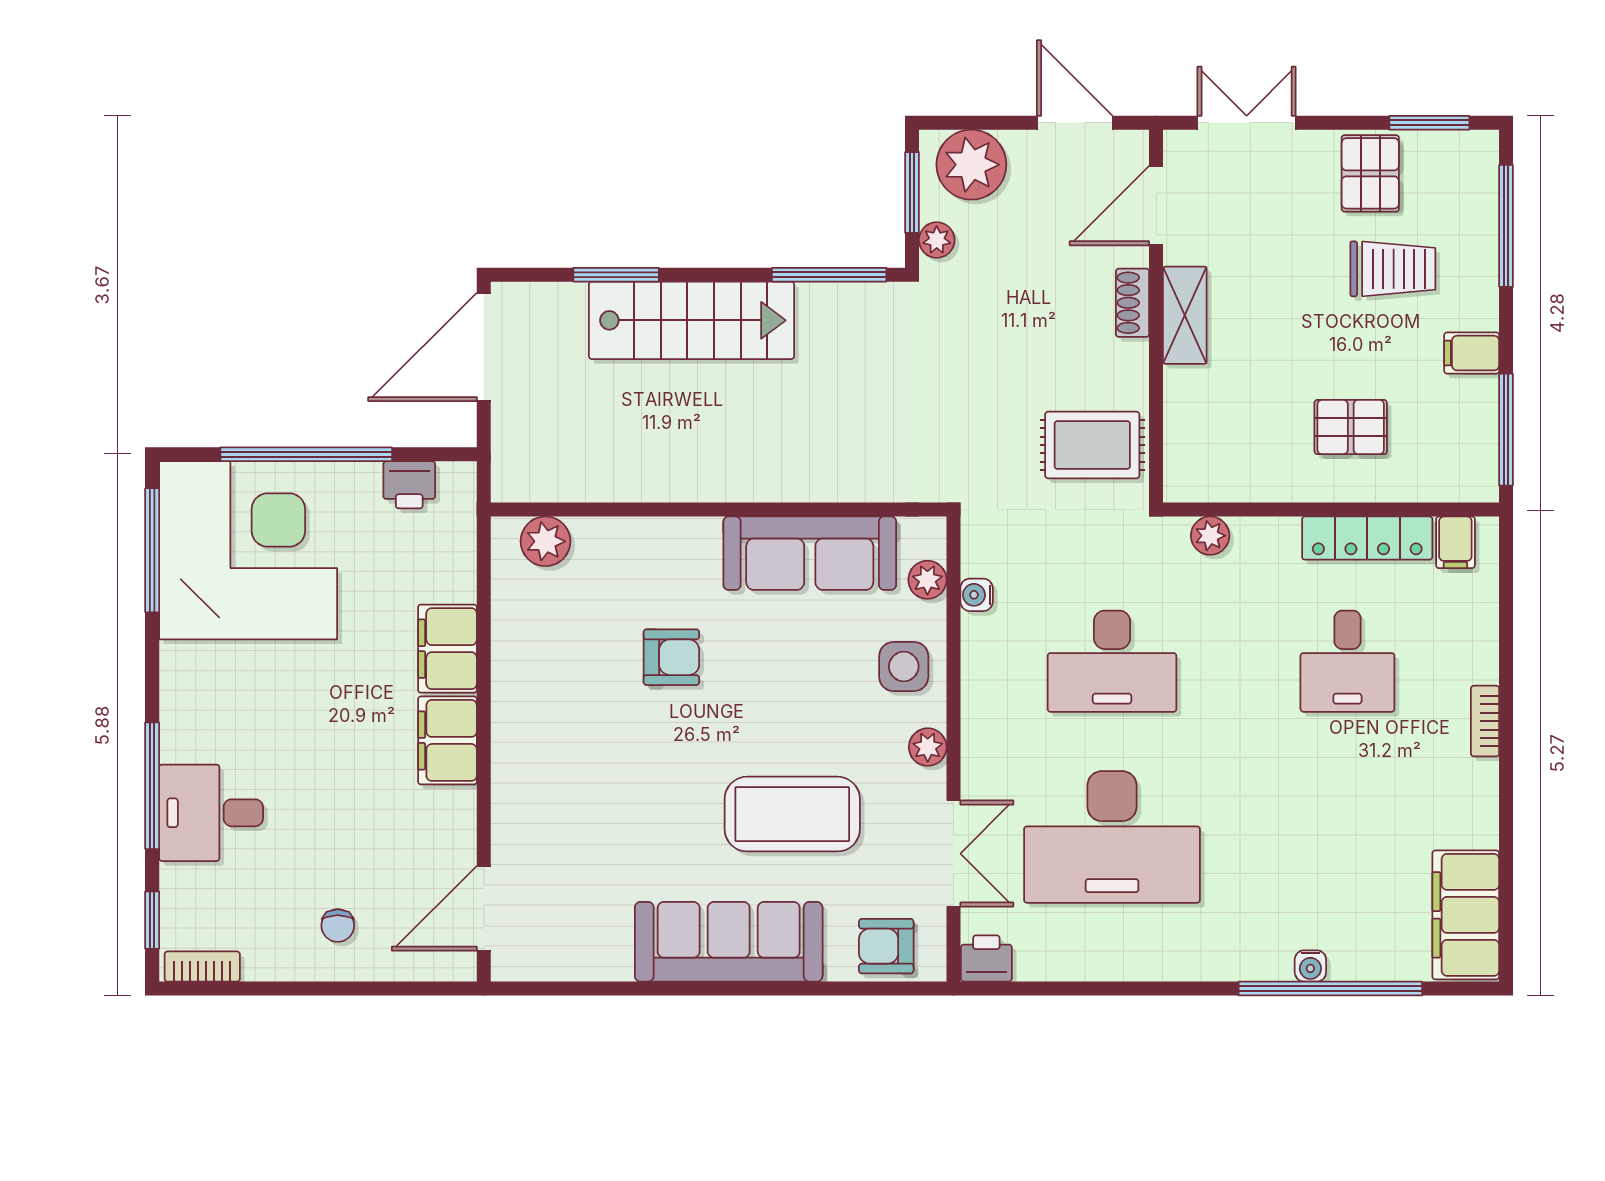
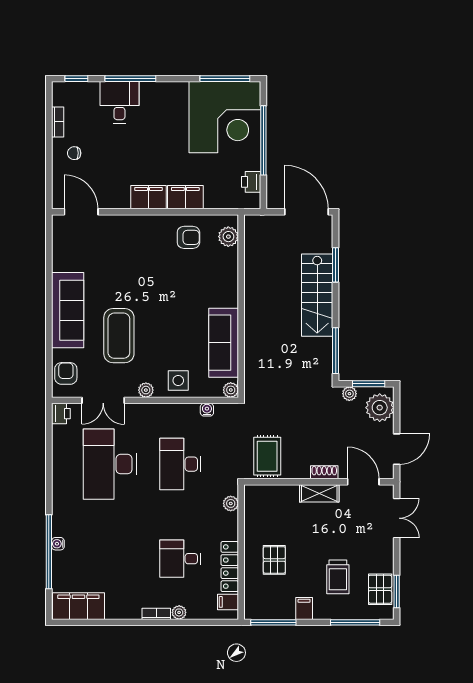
pallet: (1370, 173) -> (380, 589), moved, turned 90
plant: (927, 580) -> (231, 390), moved
armchair: (671, 657) -> (188, 237), moved, turned -90
plant: (1482, 664) -> (179, 612), added
bookcase: (202, 967) -> (58, 122), moved

